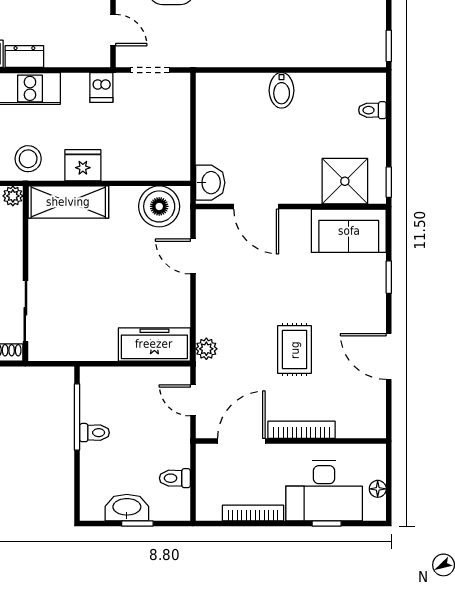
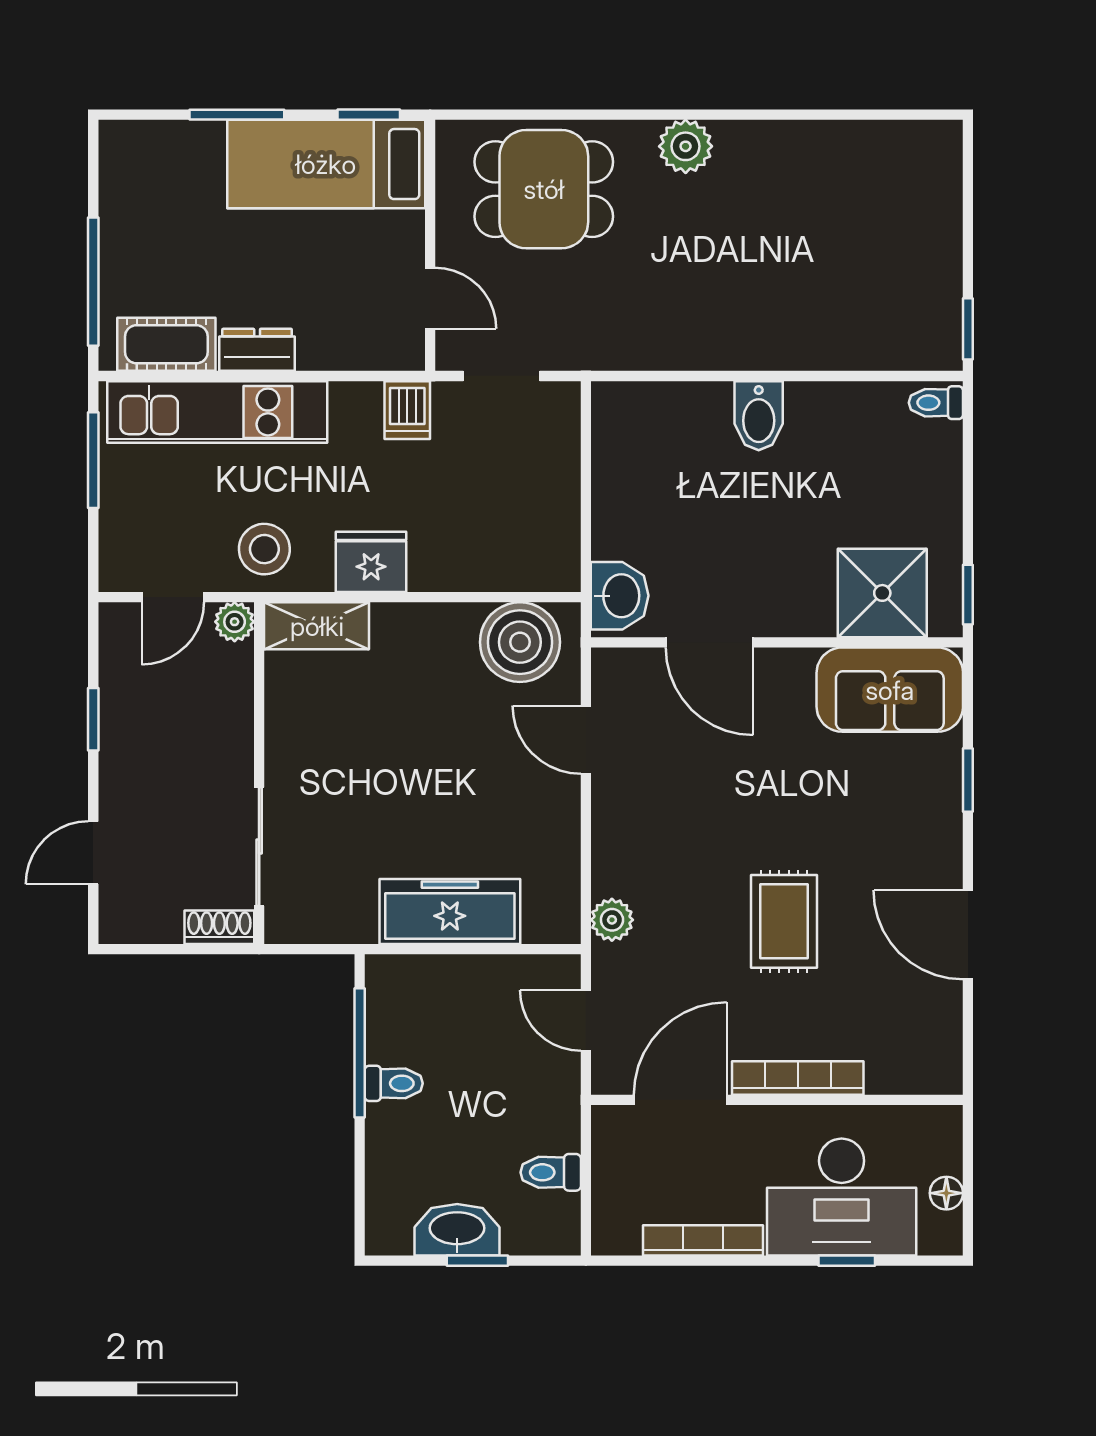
toilet: (372, 110) -> (936, 403), moved
shelving: (68, 202) -> (317, 626), width x0.67, depth x0.75
freezer: (154, 344) -> (450, 911), moved

